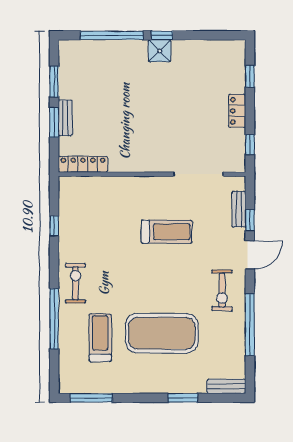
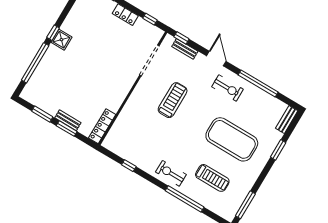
window: (250, 220) -> (181, 38), moved
exercise mat: (162, 333) -> (232, 139), turned 90
treadmill: (100, 338) -> (212, 178), turned 180

